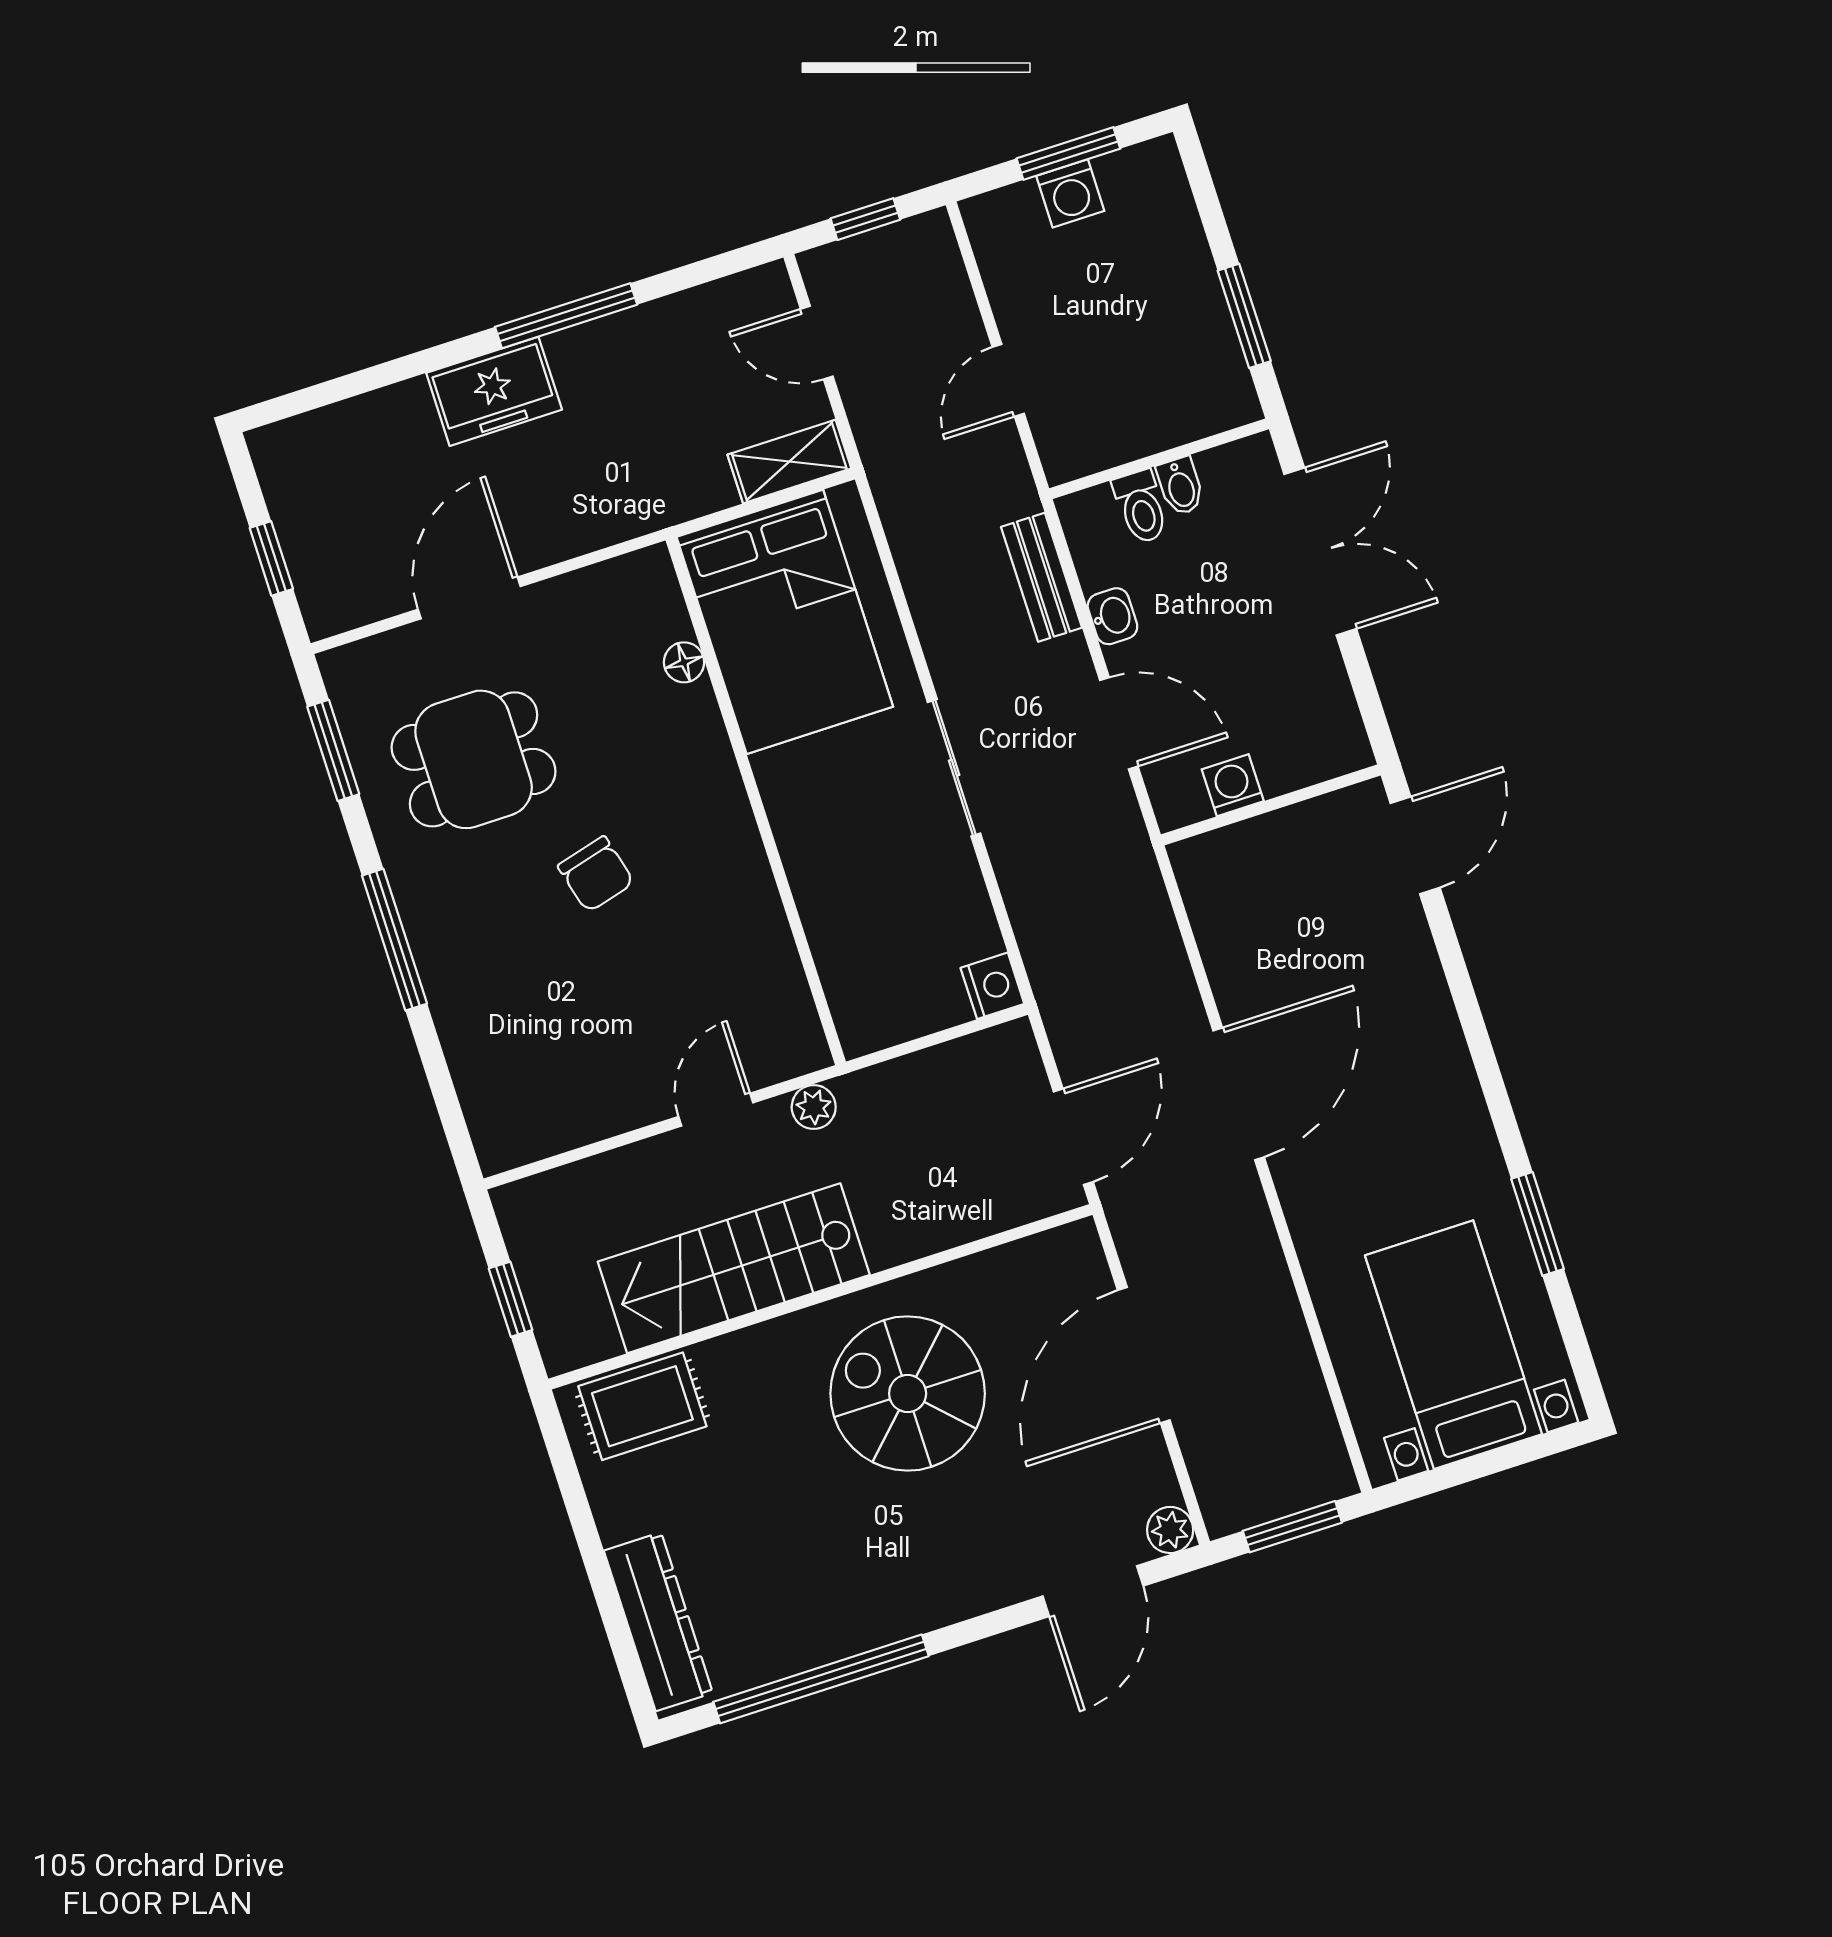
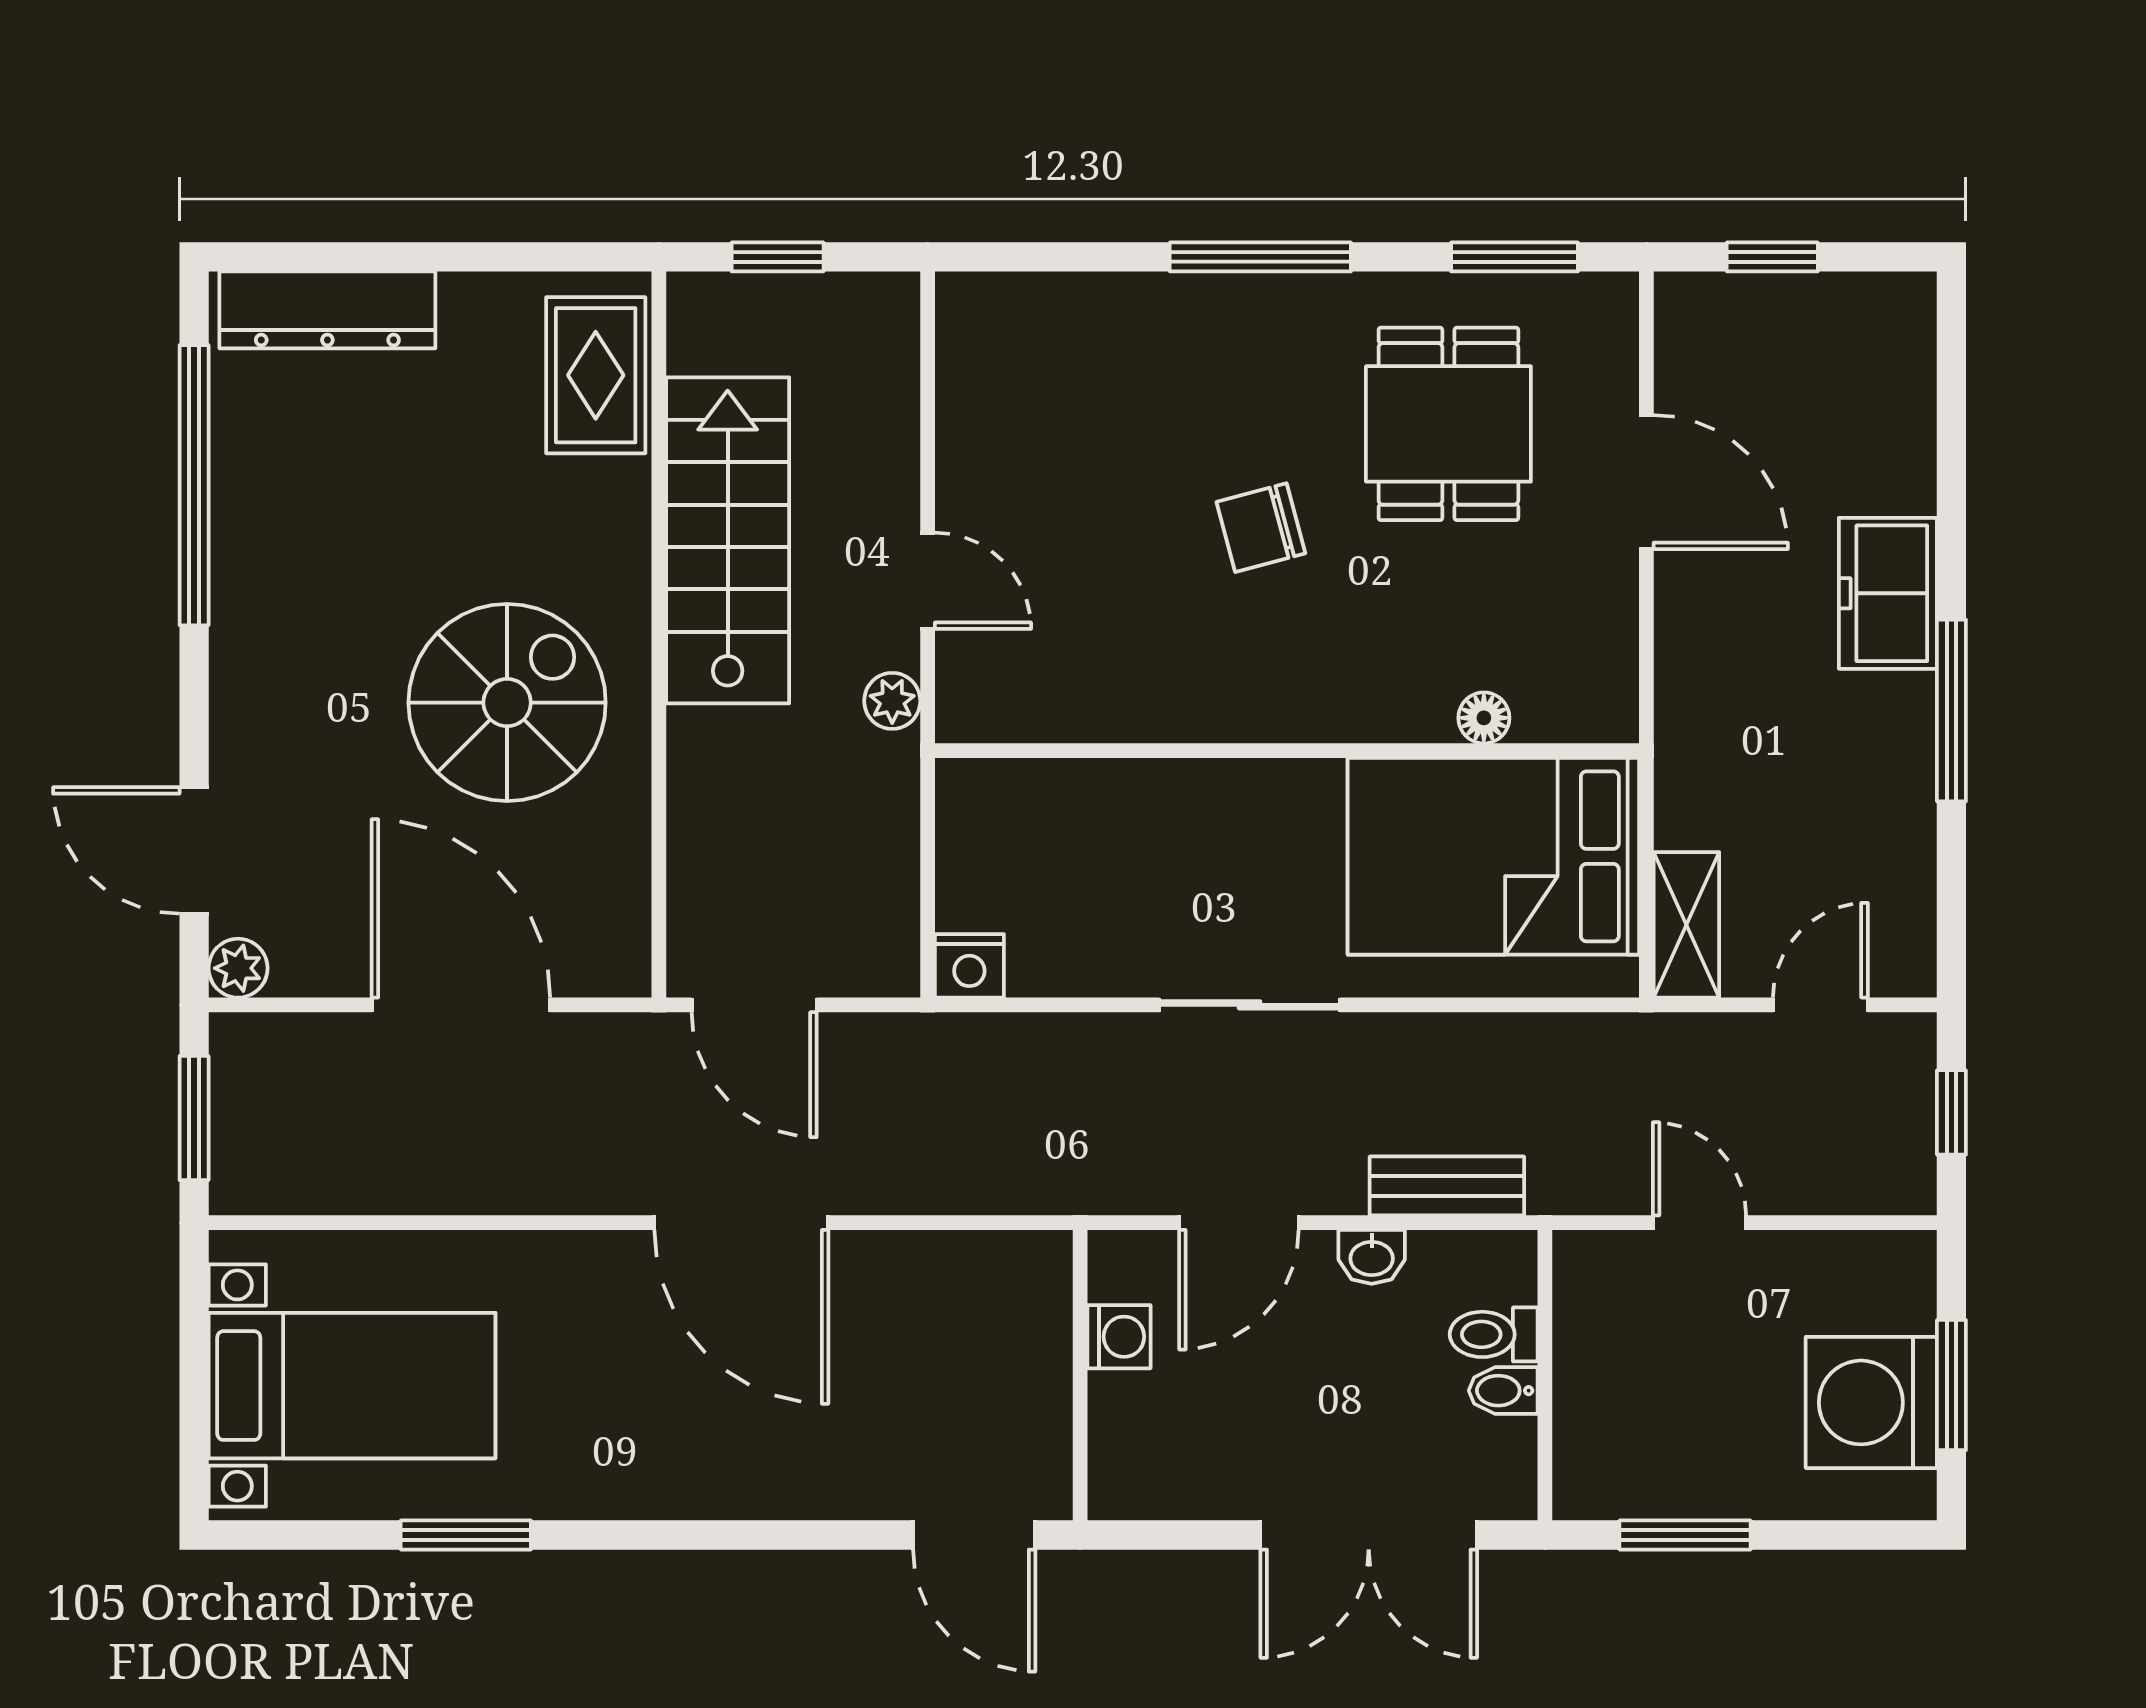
washing machine: (1070, 193) -> (1871, 1402), width x1.89, depth x1.89

